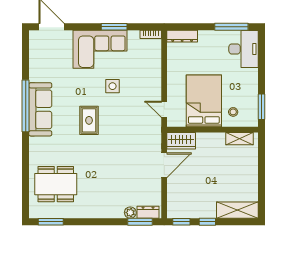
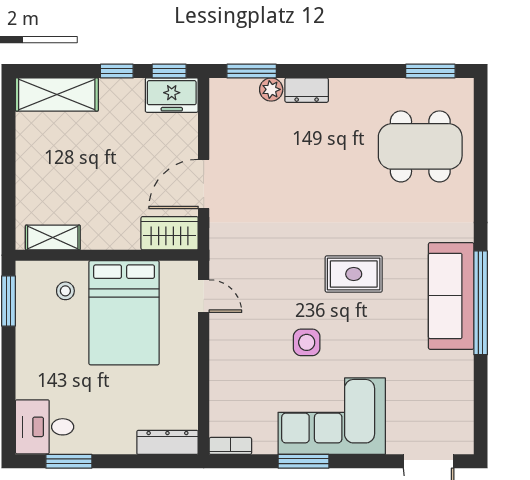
window: (231, 27) -> (69, 461), width x0.69
desk: (244, 49) -> (45, 427), width x0.73
rug: (89, 120) -> (354, 274), turned 90
freezer: (180, 210) -> (172, 95), added
dresser: (148, 212) -> (307, 90), moved

